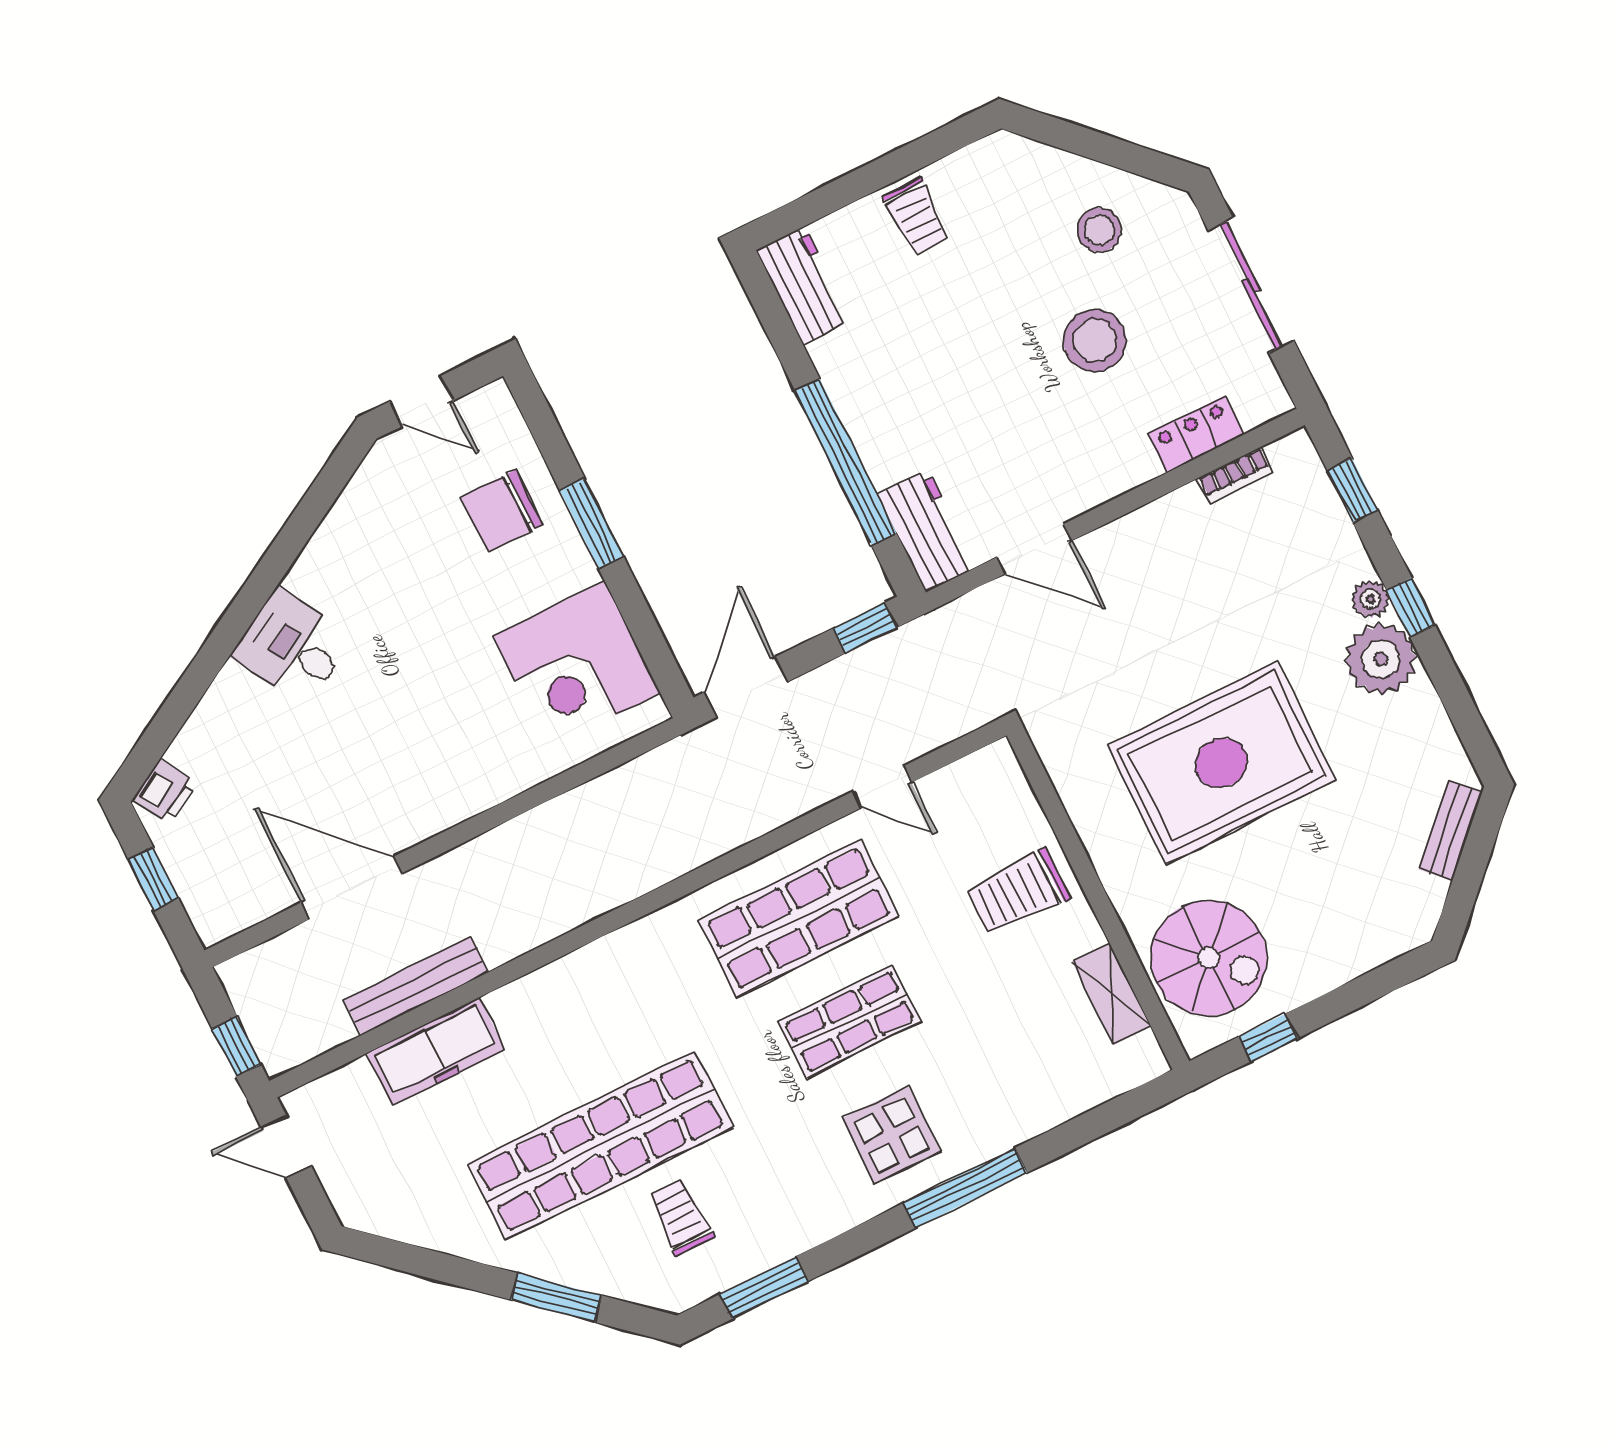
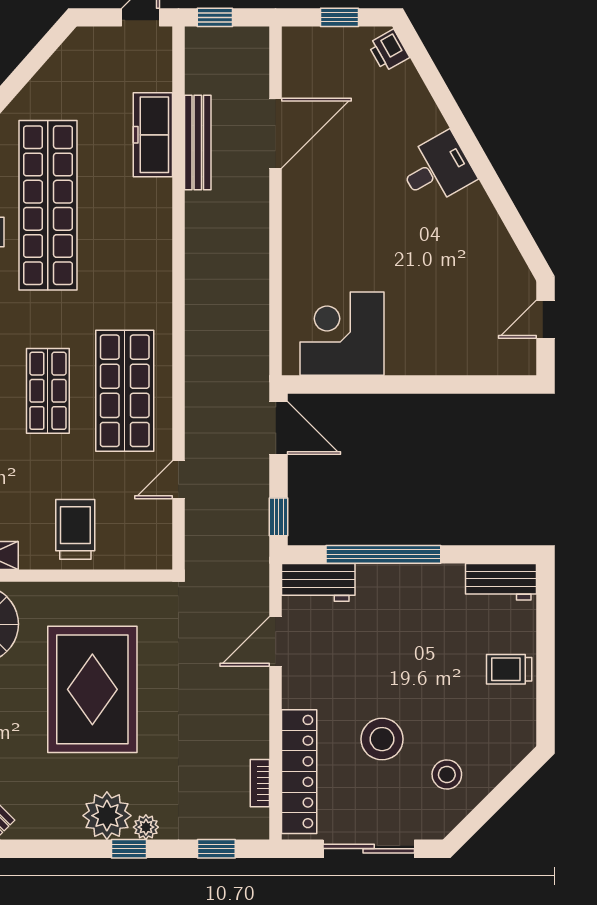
locker: (1196, 434) -> (299, 772), width x2.16, depth x1.21
chair: (502, 511) -> (456, 335), removed
window: (592, 523) -> (422, 384), removed

